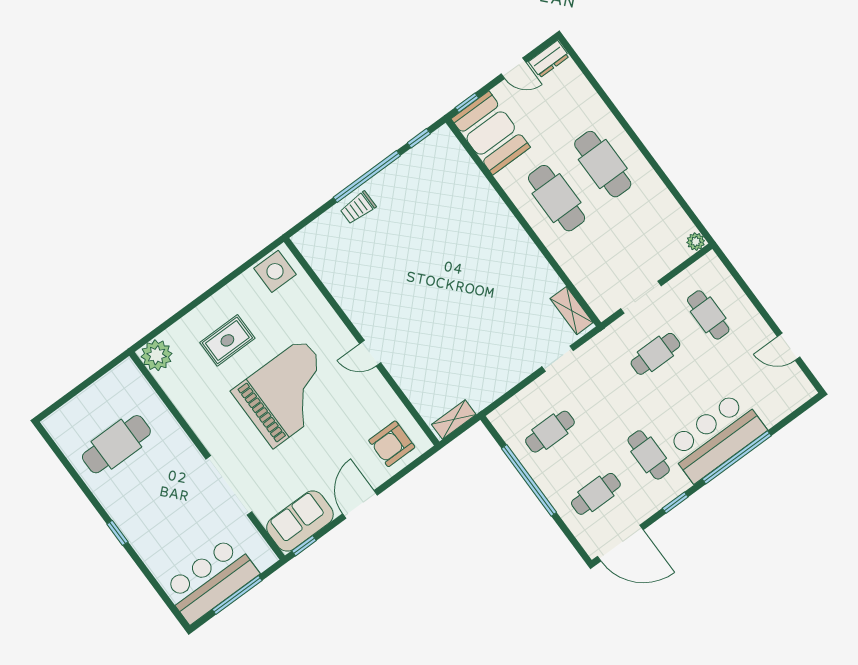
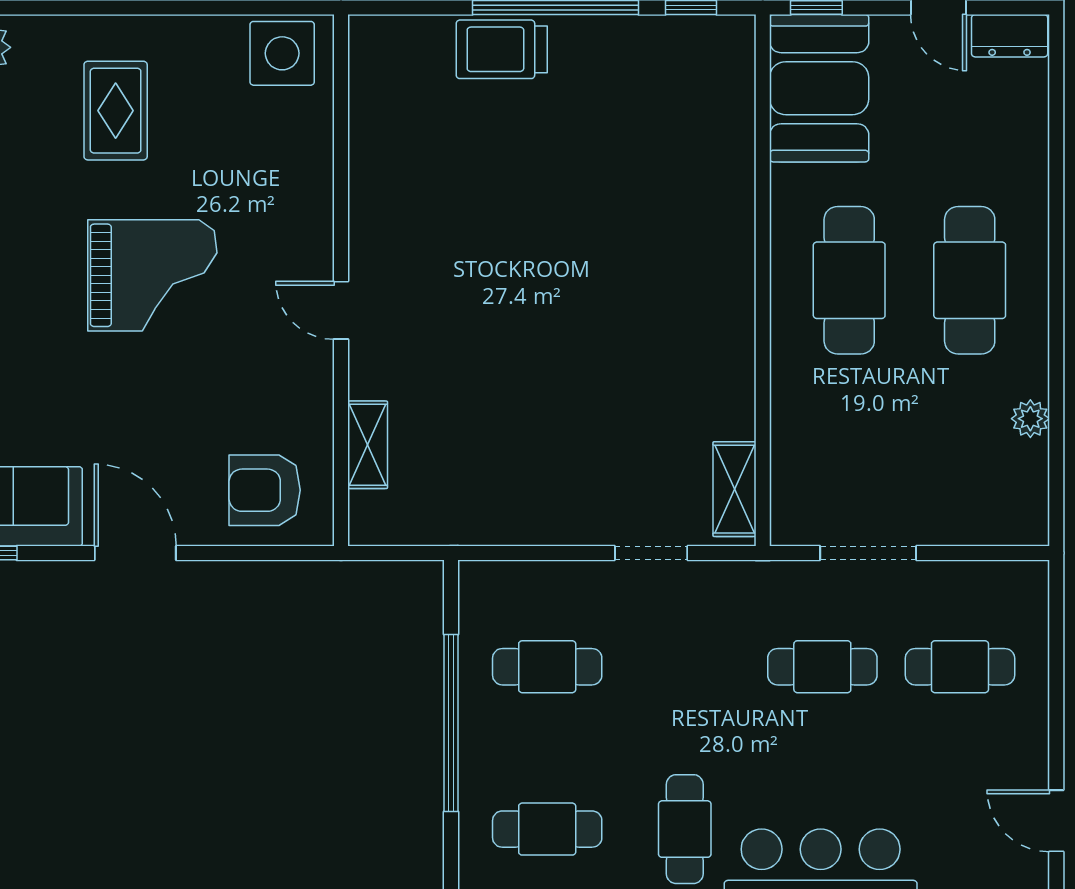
trolley: (358, 208) -> (502, 49), width x1.36, depth x1.39
plant: (696, 242) -> (1030, 419), moved
cafe table: (708, 315) -> (960, 667), turned 90
rug: (227, 340) -> (116, 111), turned 90
grand piano: (288, 393) -> (152, 275), width x0.73, depth x0.68
shelving: (454, 420) -> (368, 445), moved, turned 90
door: (360, 504) -> (135, 553), hinge flipped

